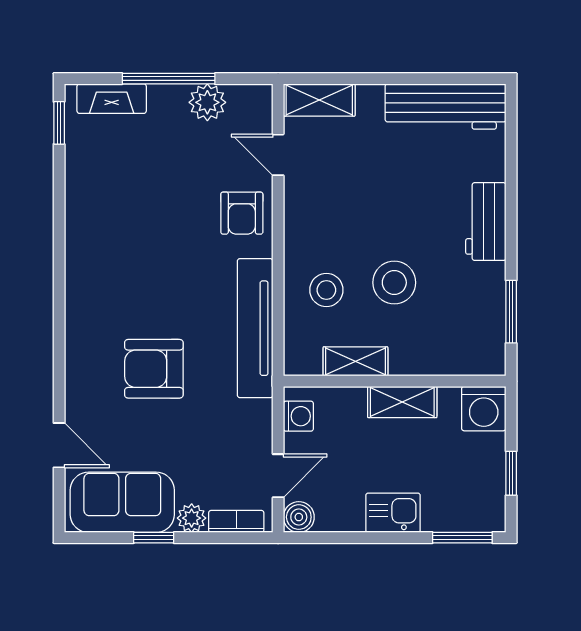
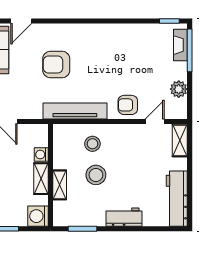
window: (169, 79) -> (190, 50), moved
shelving: (355, 361) -> (60, 185), moved
armchair: (154, 369) -> (56, 64), turned -90
washing machine: (298, 416) -> (41, 155), moved, turned 90

